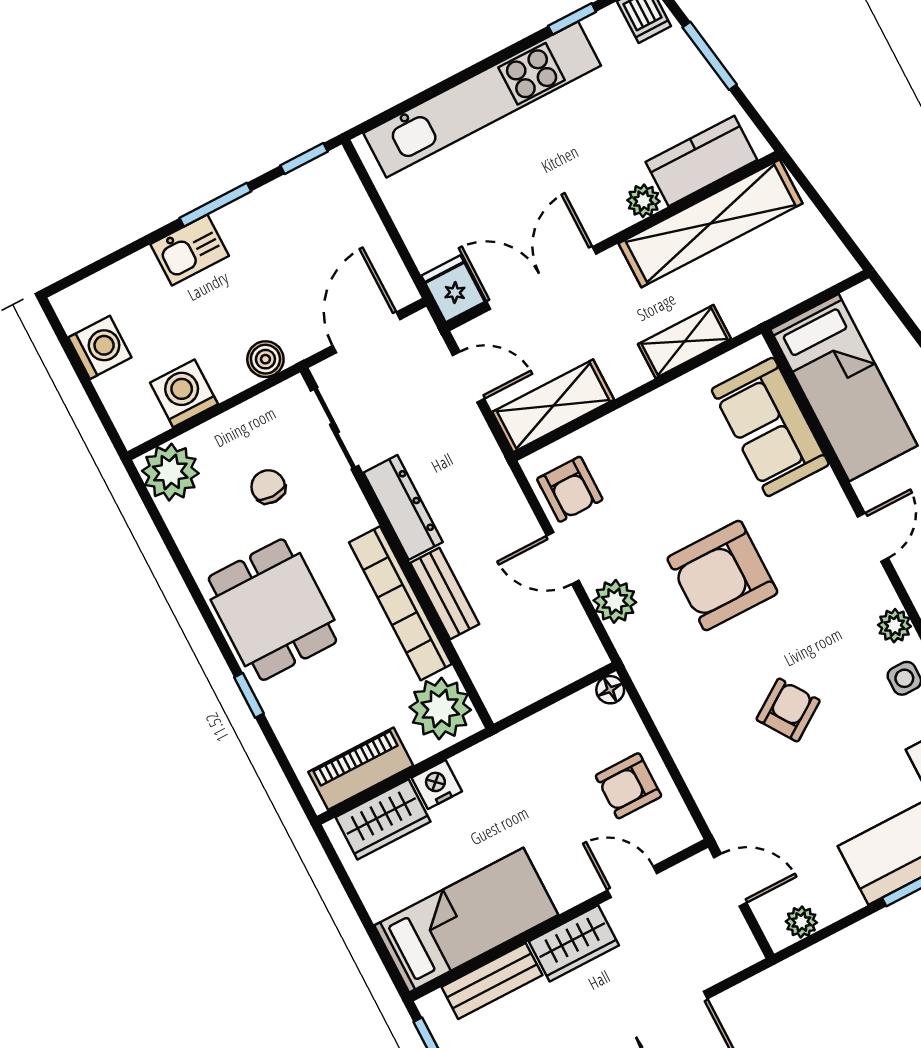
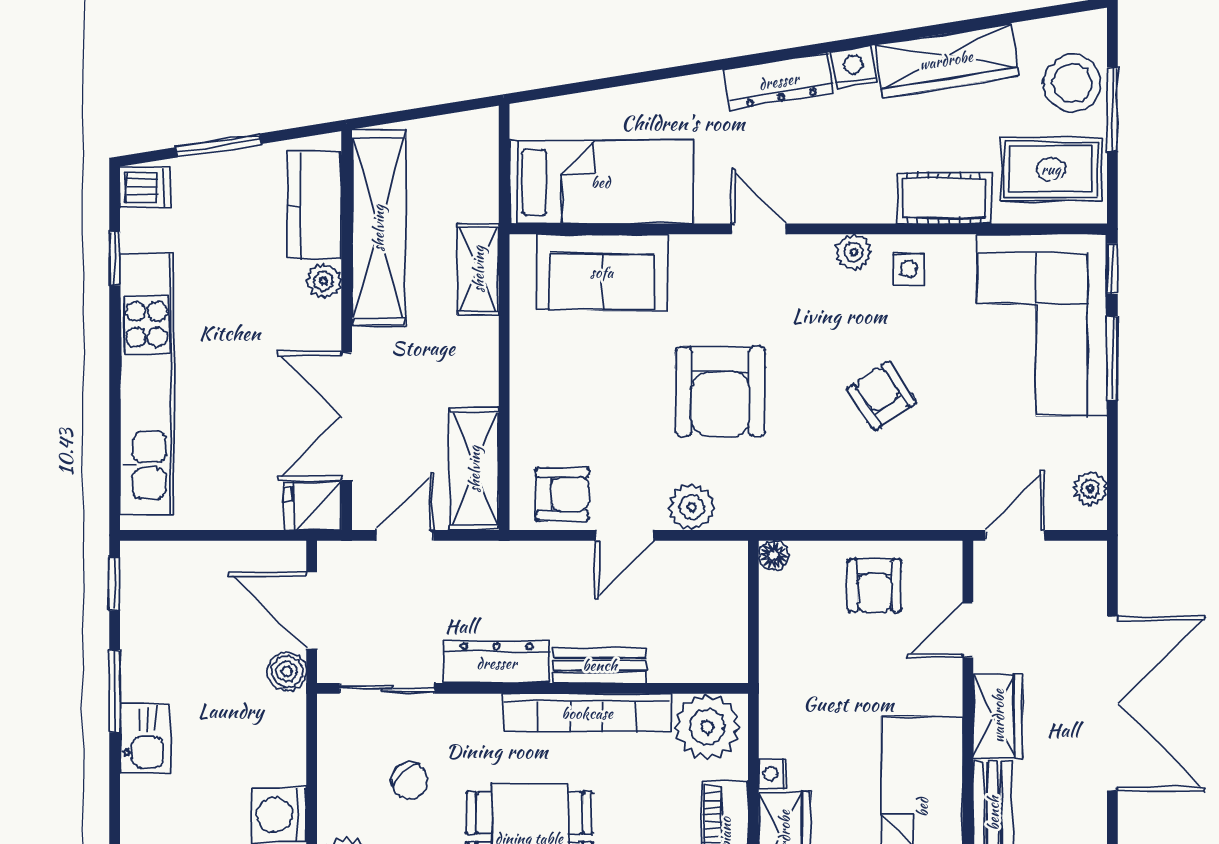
shelving: (685, 341) -> (478, 269), moved
boiler: (265, 359) -> (287, 671), moved
chair: (268, 487) -> (410, 781), turned -133
nightstand: (437, 784) -> (773, 774), width x0.72, depth x0.74

